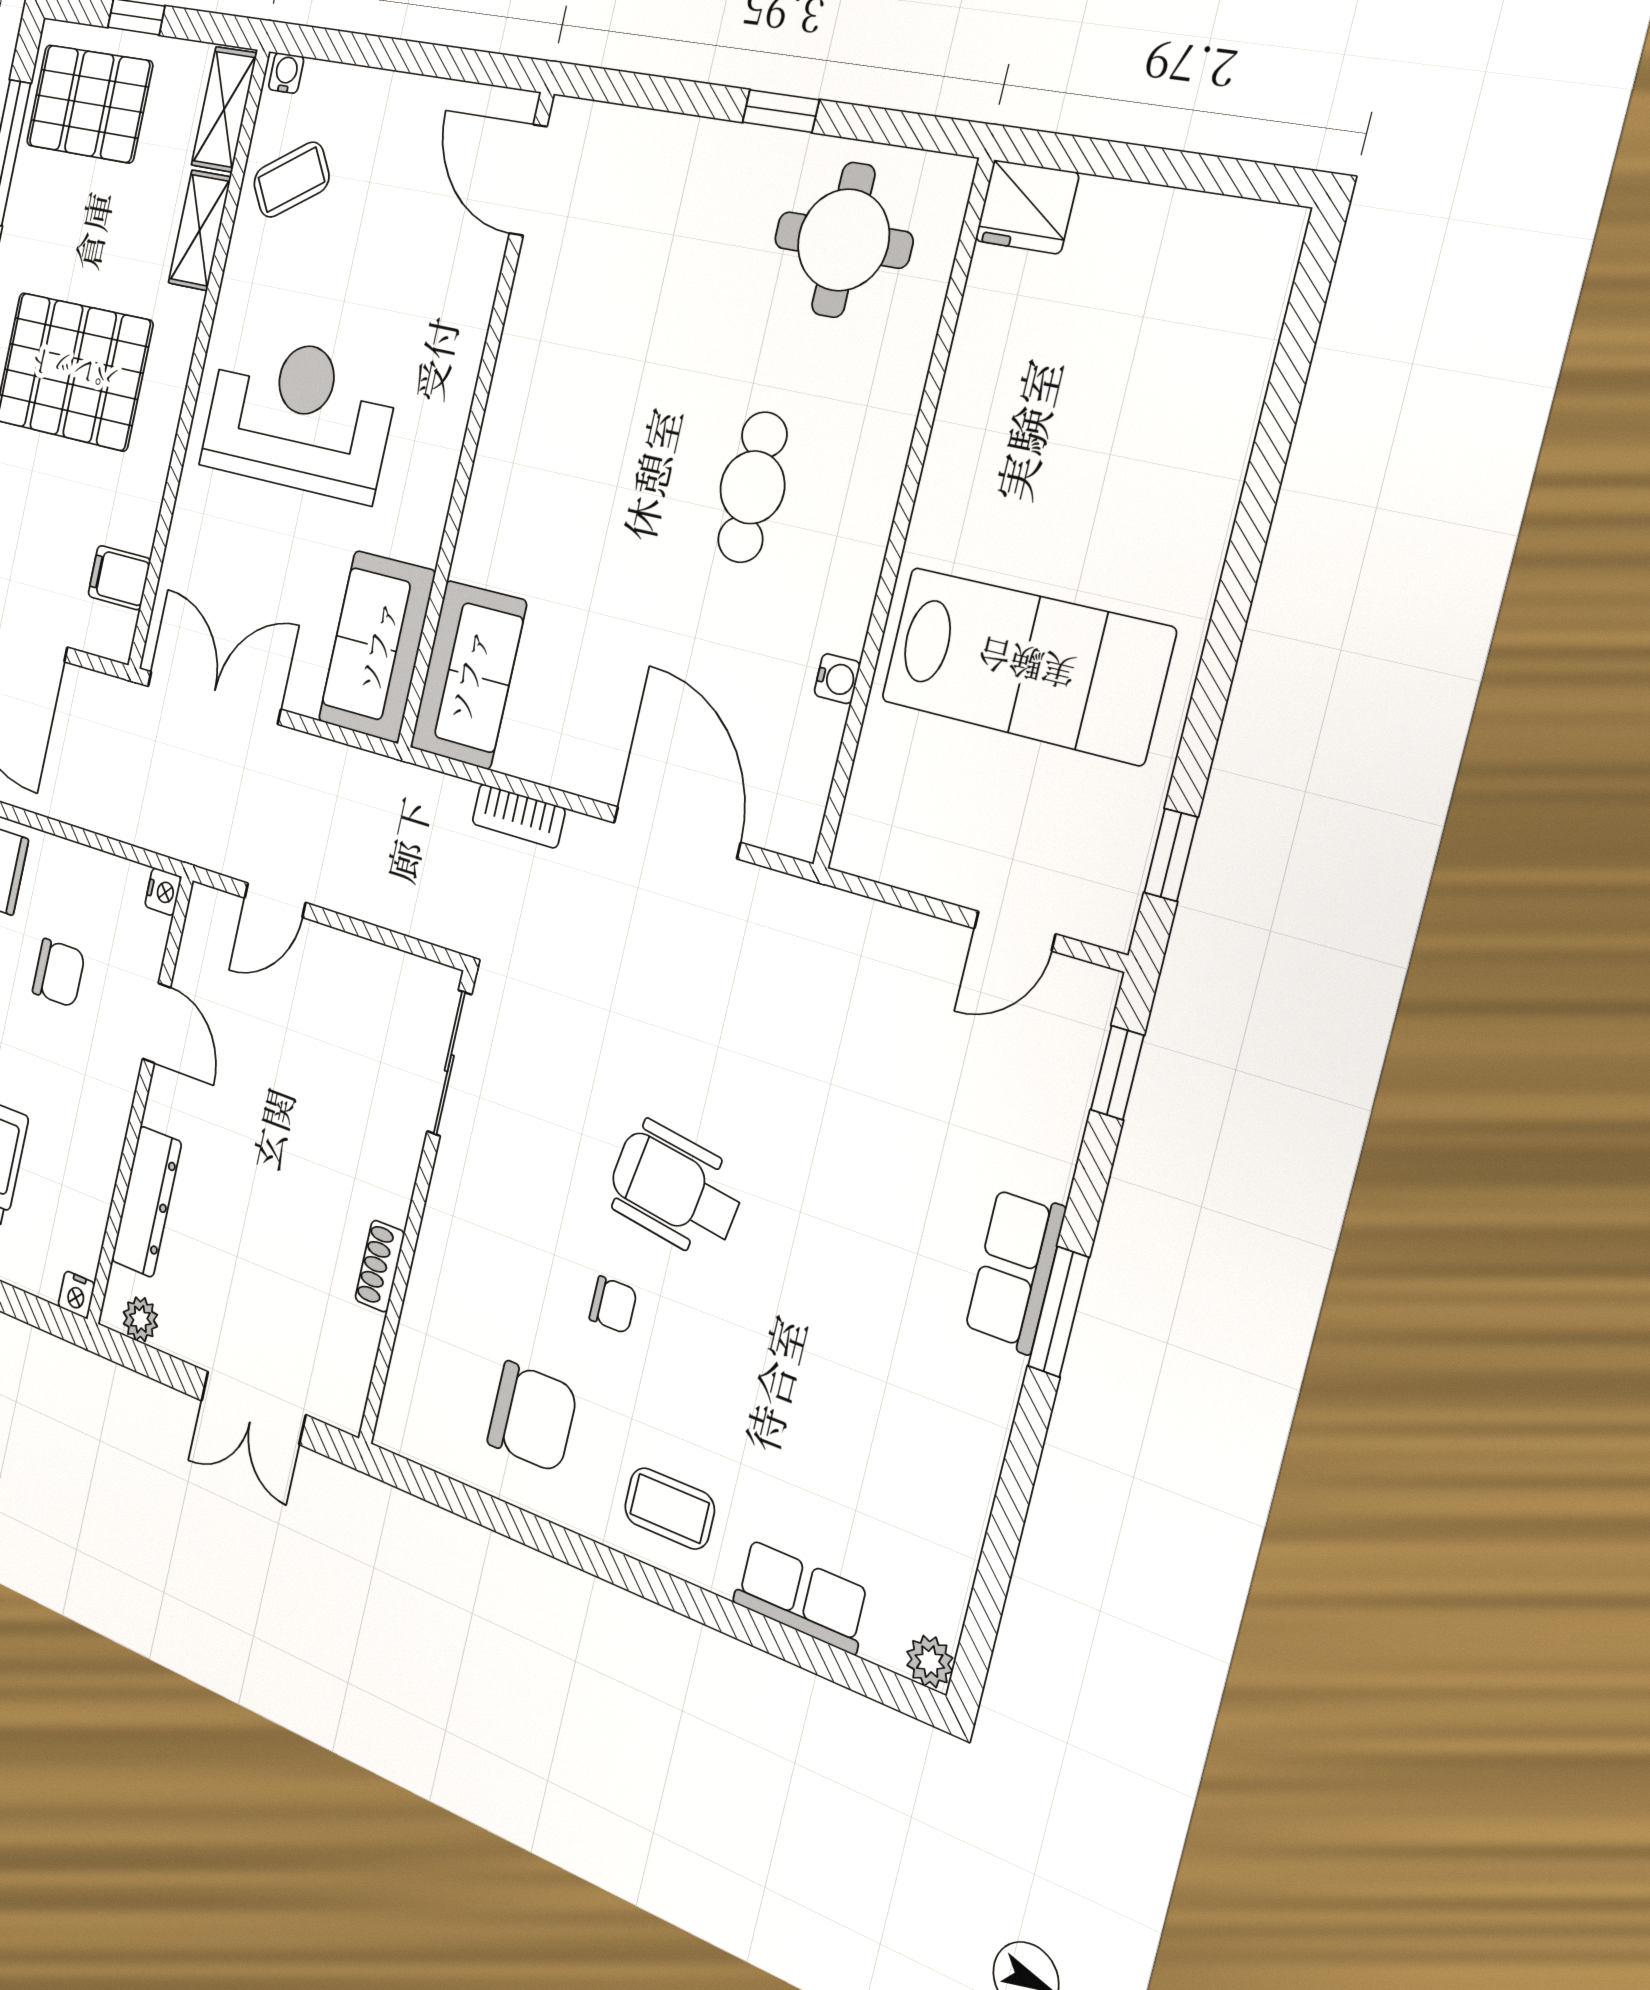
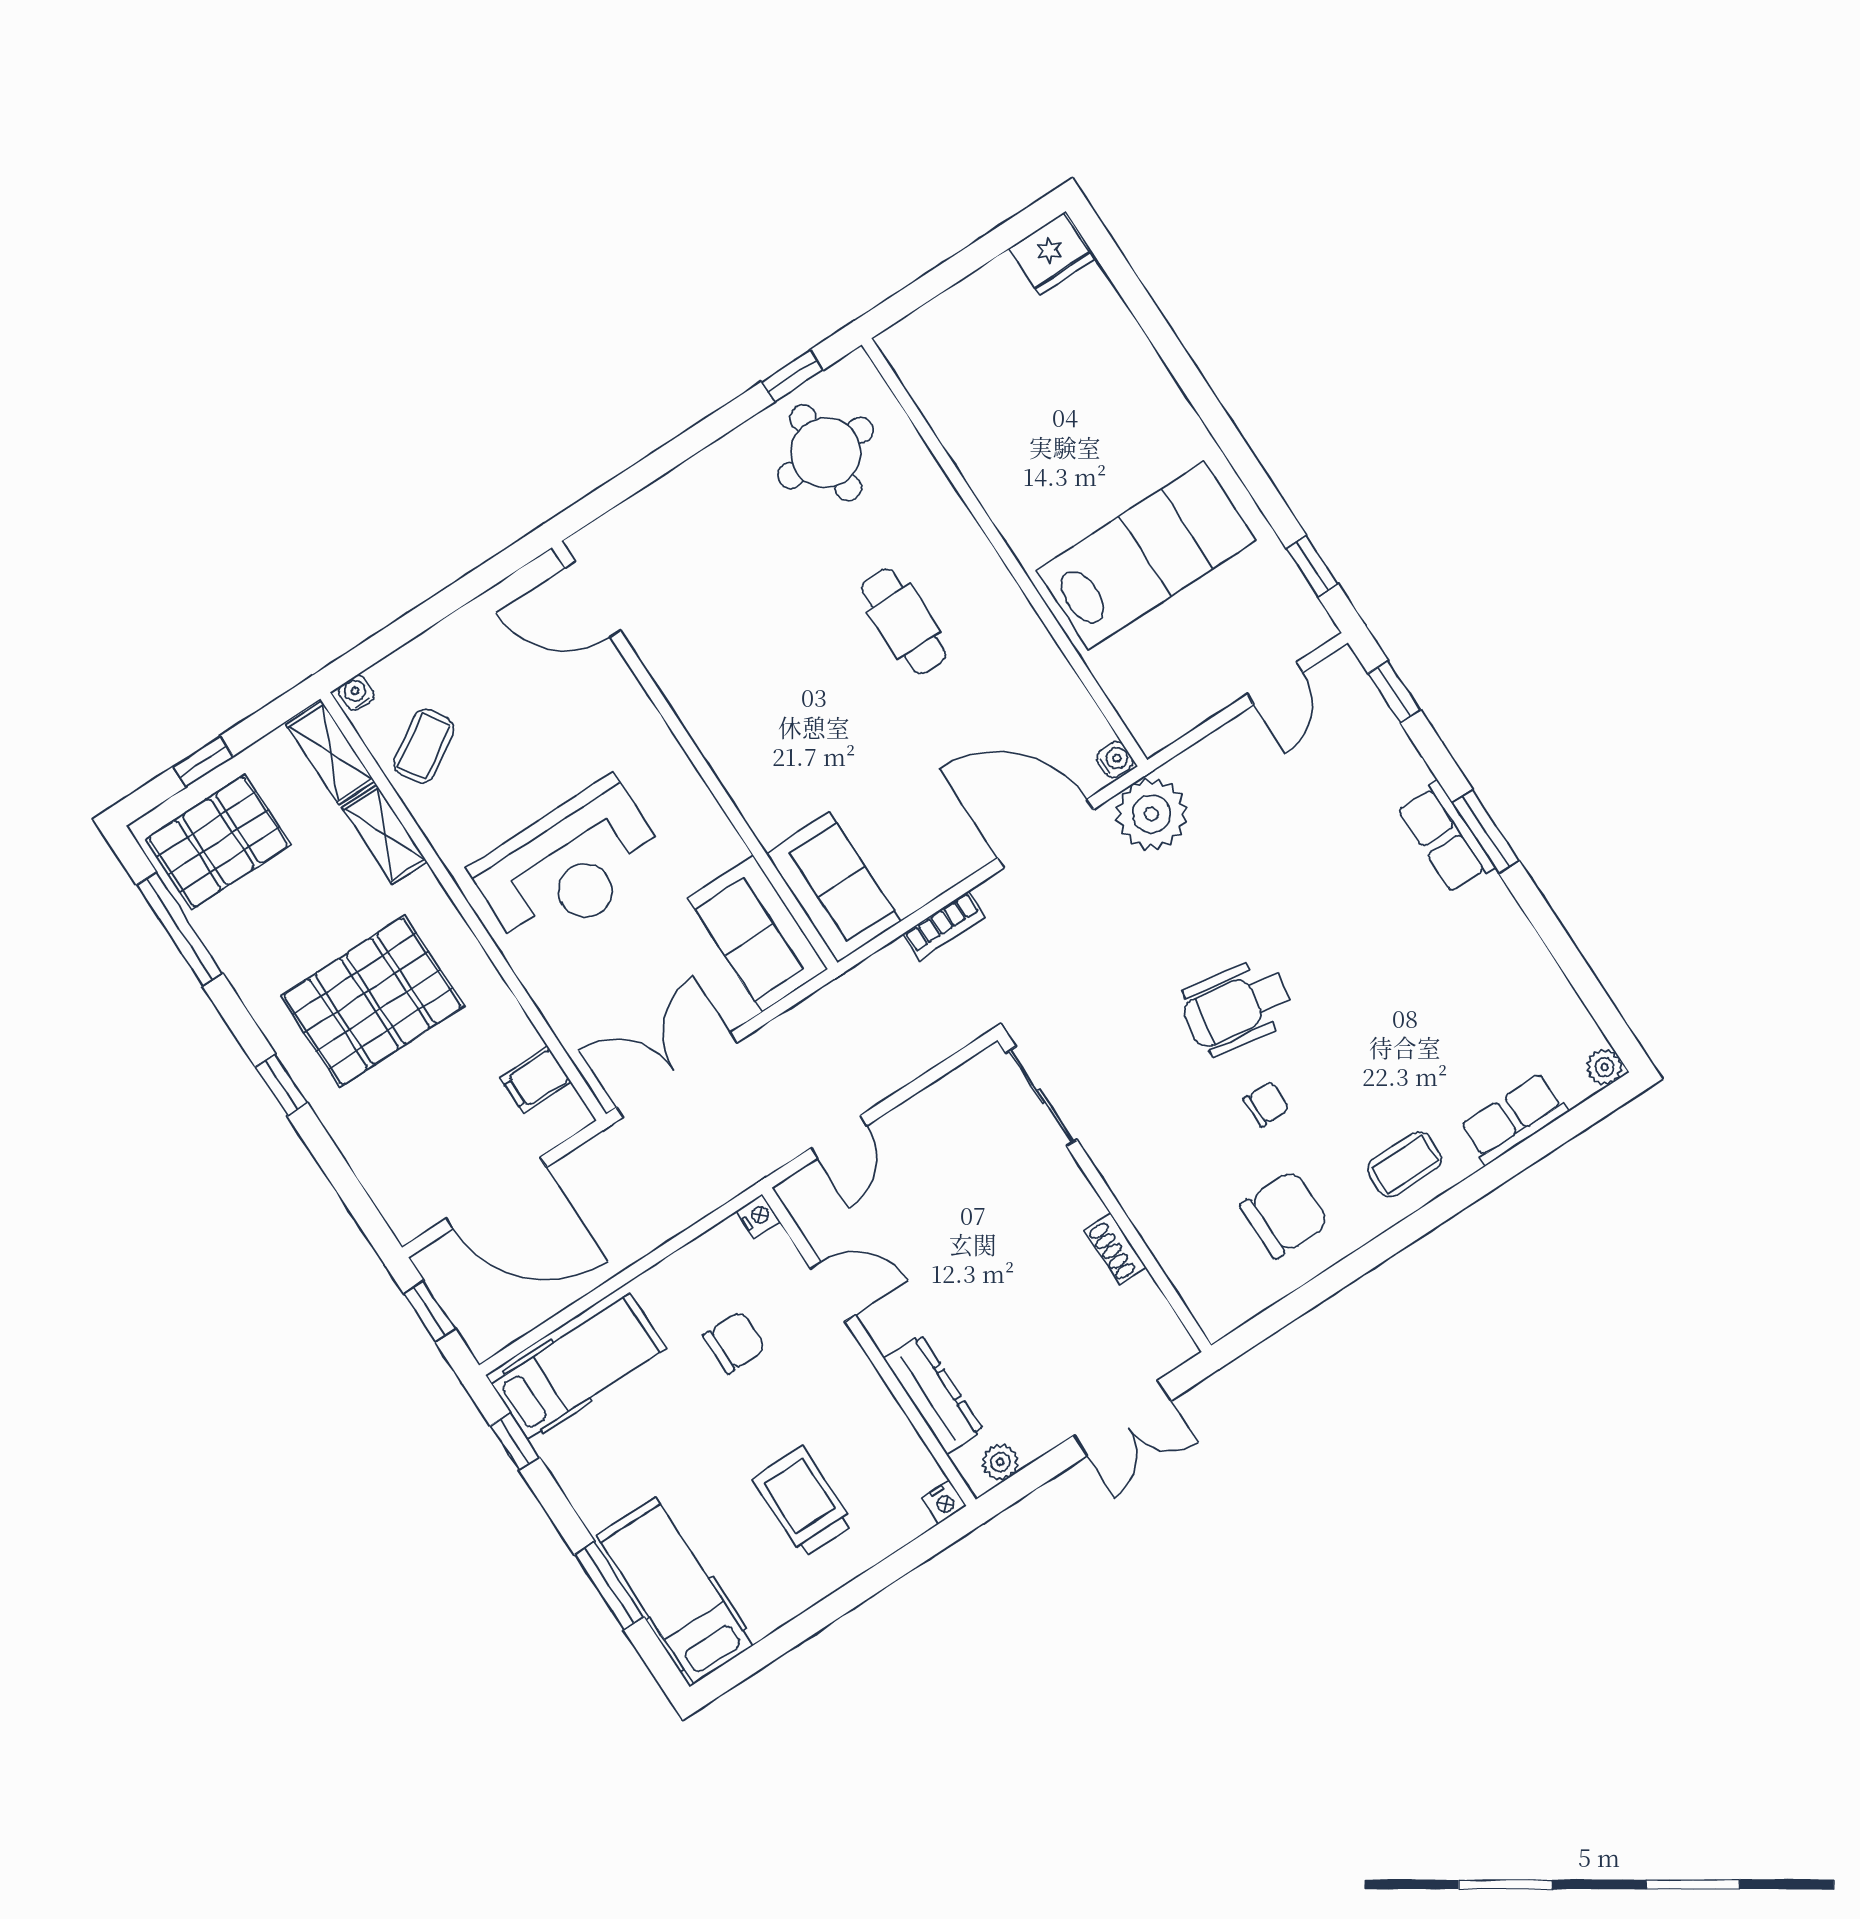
window: (781, 111) -> (792, 376), moved
fridge: (1027, 207) -> (1051, 254), moved
reception desk: (299, 416) -> (570, 866), turned 180
water cooler: (837, 679) -> (1115, 759), moved
plant: (781, 924) -> (1152, 814), added

